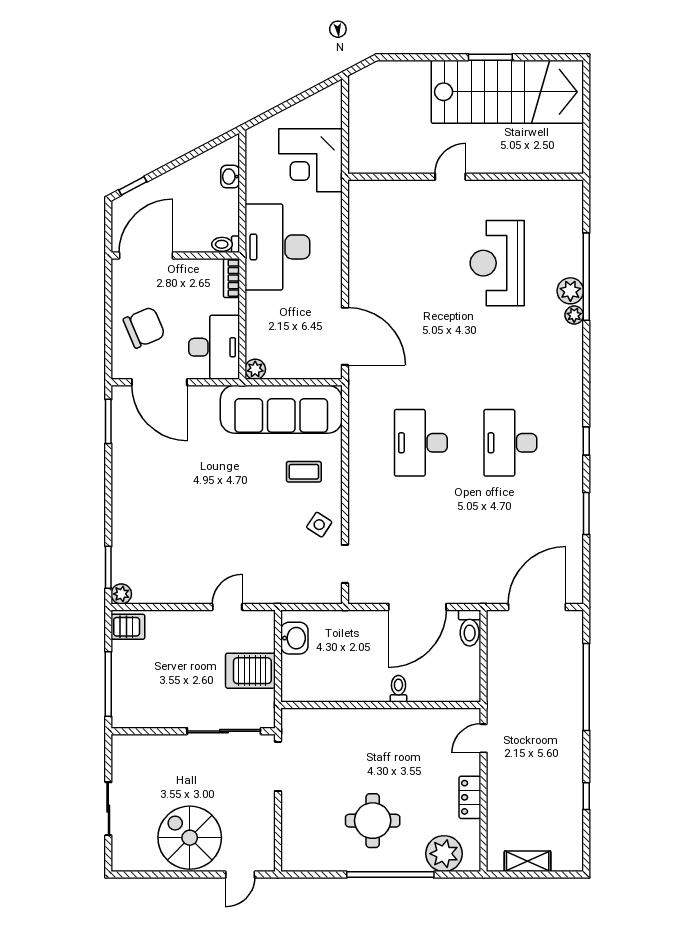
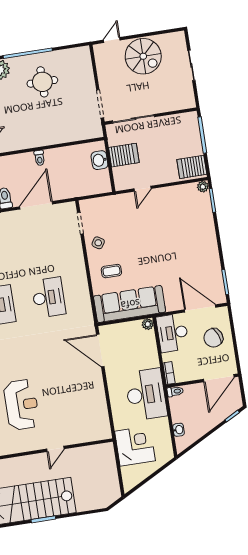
server rack: (128, 627) -> (192, 167), width x1.36, depth x1.44
washbasin: (294, 638) -> (99, 160), moved

